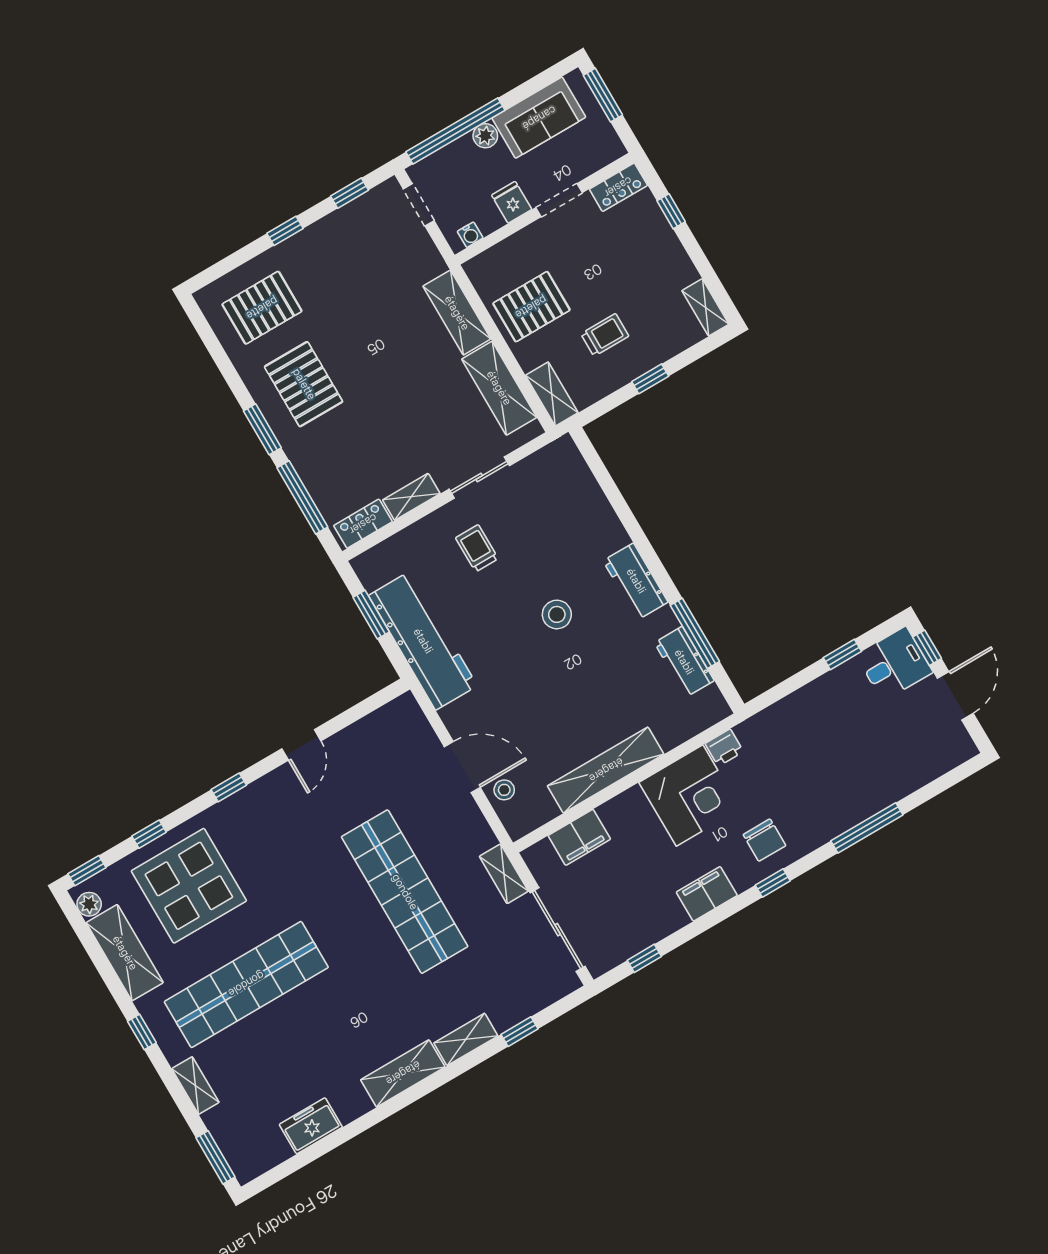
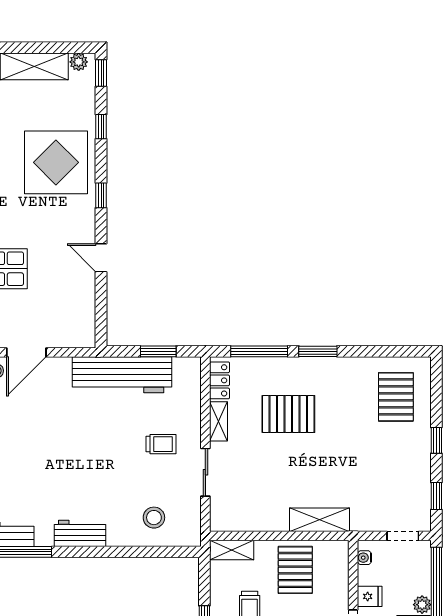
pallet: (304, 384) -> (288, 414), moved
shelving: (499, 388) -> (255, 519), removed
stool: (557, 614) -> (154, 518), moved
display table: (189, 886) -> (56, 162), moved

